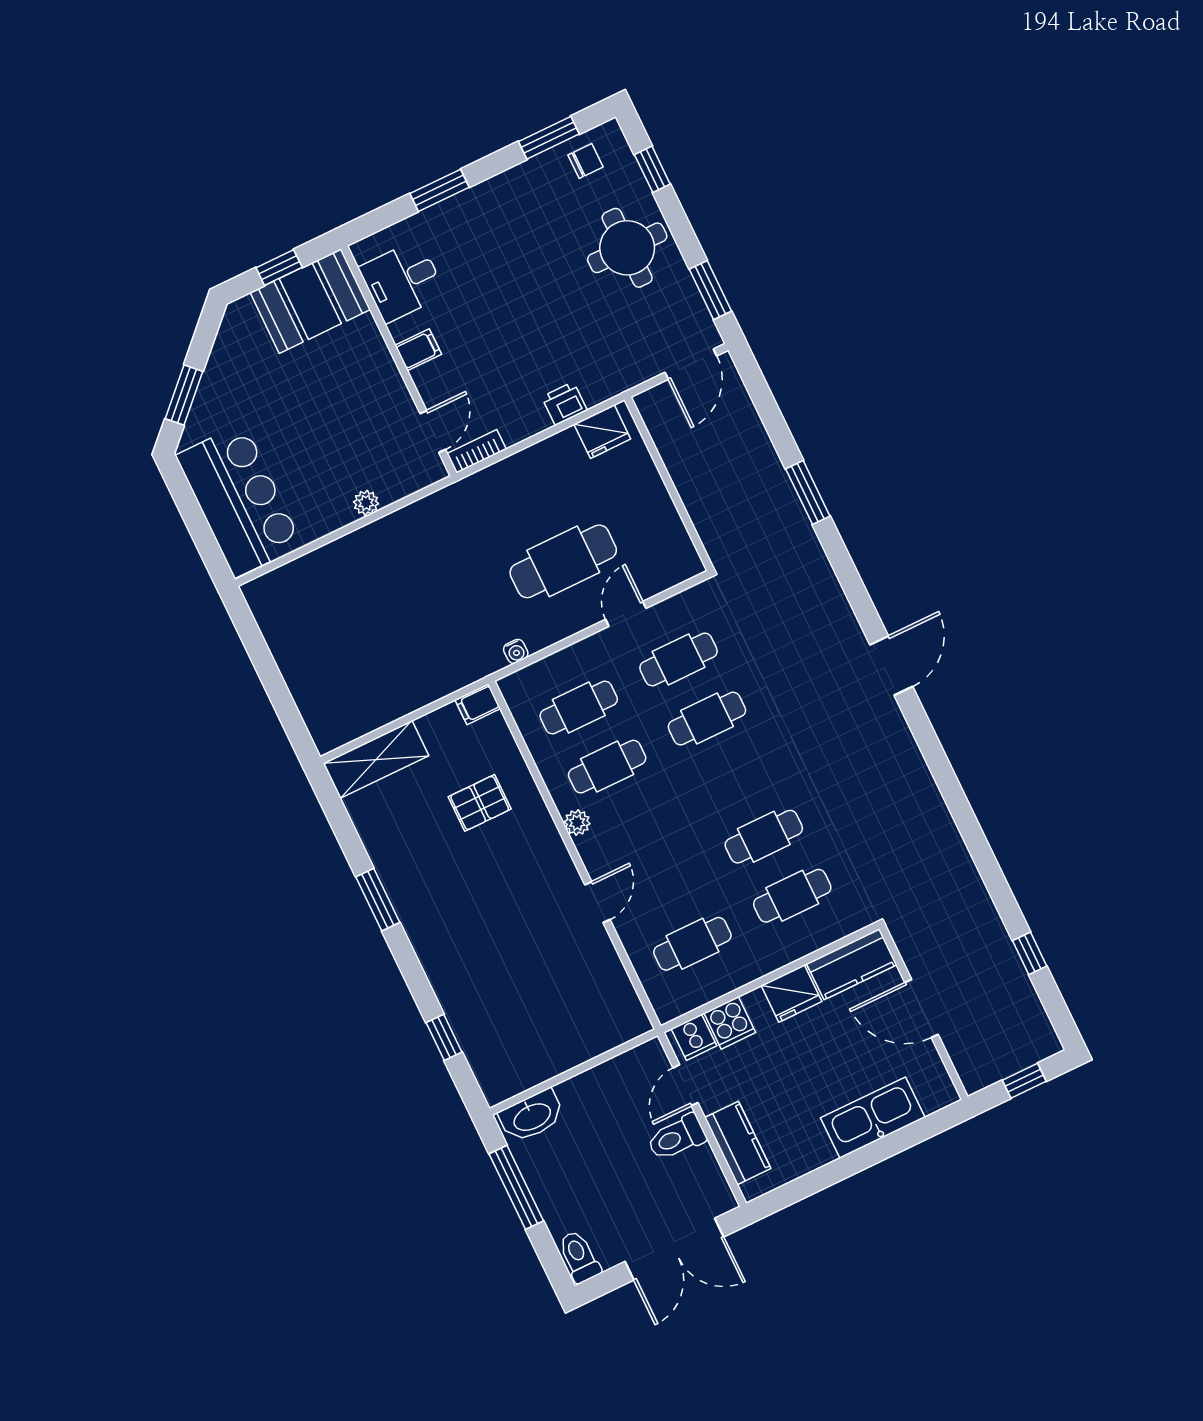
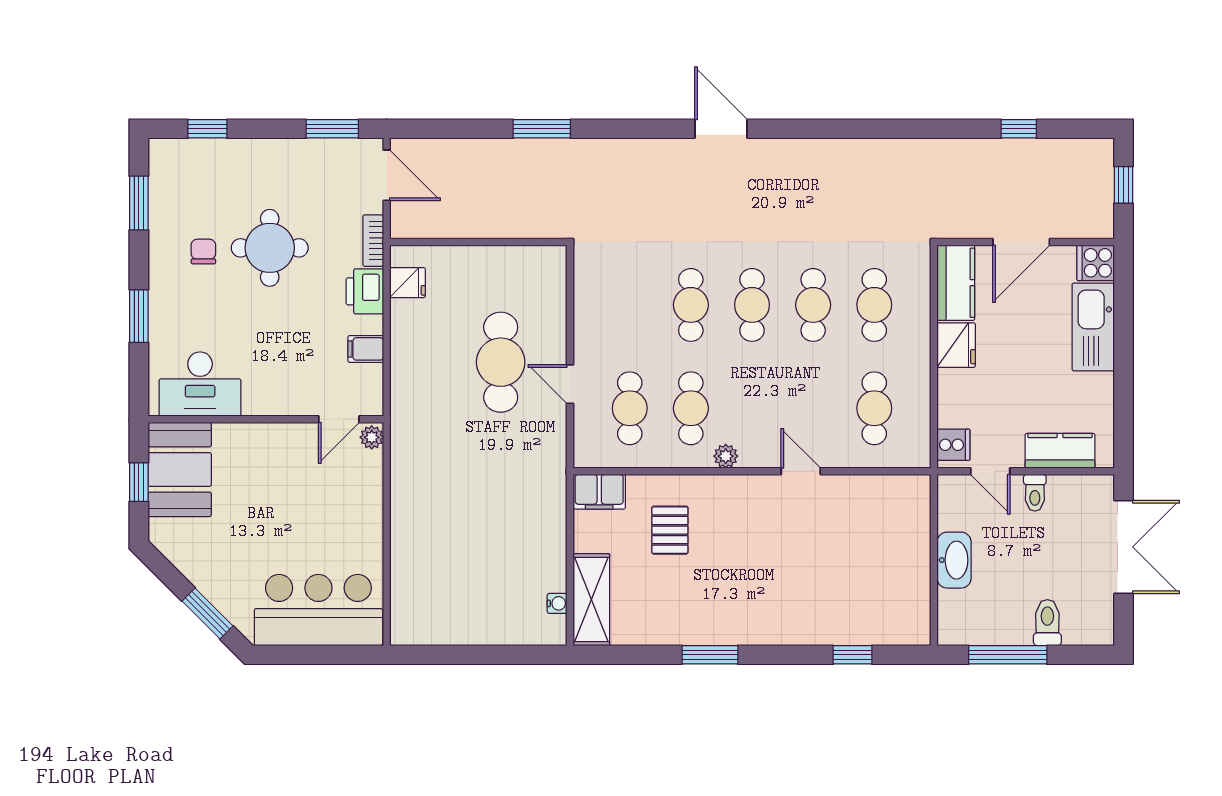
chair: (586, 161) -> (203, 252), moved
round table: (627, 248) -> (270, 248), moved
desk: (402, 281) -> (200, 384), width x1.37
filing cabinet: (418, 350) -> (366, 349), moved, turned -90
printer: (564, 403) -> (365, 291), width x1.36, depth x1.24
door: (433, 432) -> (339, 419), swing flipped
fridge: (602, 432) -> (407, 283), width x0.72
bookcase: (477, 451) -> (373, 241), moved
plant: (366, 503) -> (372, 437), moved
door: (626, 614) -> (570, 384), moved
water cooler: (516, 651) -> (557, 603), moved
cafe table: (679, 659) -> (752, 305), moved
filing cabinet: (478, 704) -> (599, 492), width x2.00
cooker: (730, 1023) -> (1096, 263), moved, turned 180
washbasin: (532, 1116) -> (954, 560), moved
toilet: (677, 1137) -> (1035, 493), width x0.73, depth x0.72
toilet: (579, 1257) -> (1047, 623), moved, turned 90

